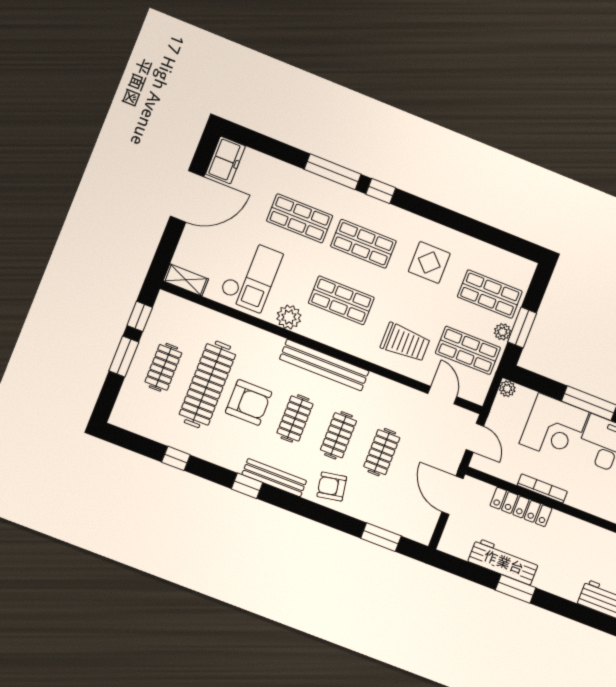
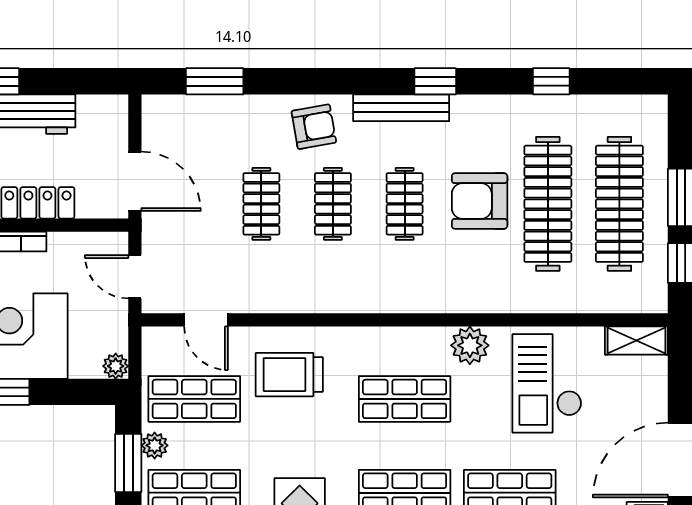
bench: (324, 365) -> (393, 297), removed
clothes rail: (163, 367) -> (619, 204), width x1.86, depth x1.31

